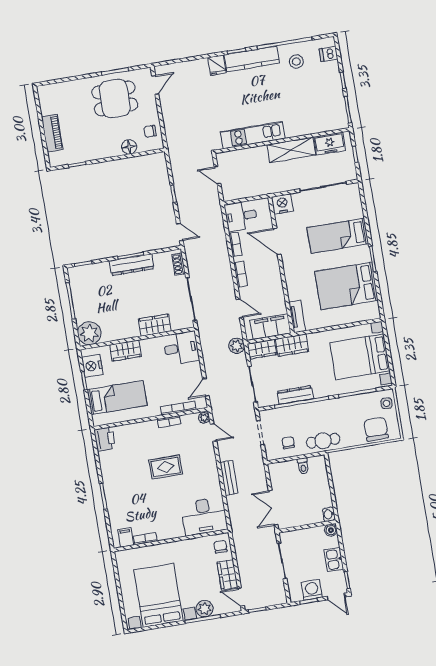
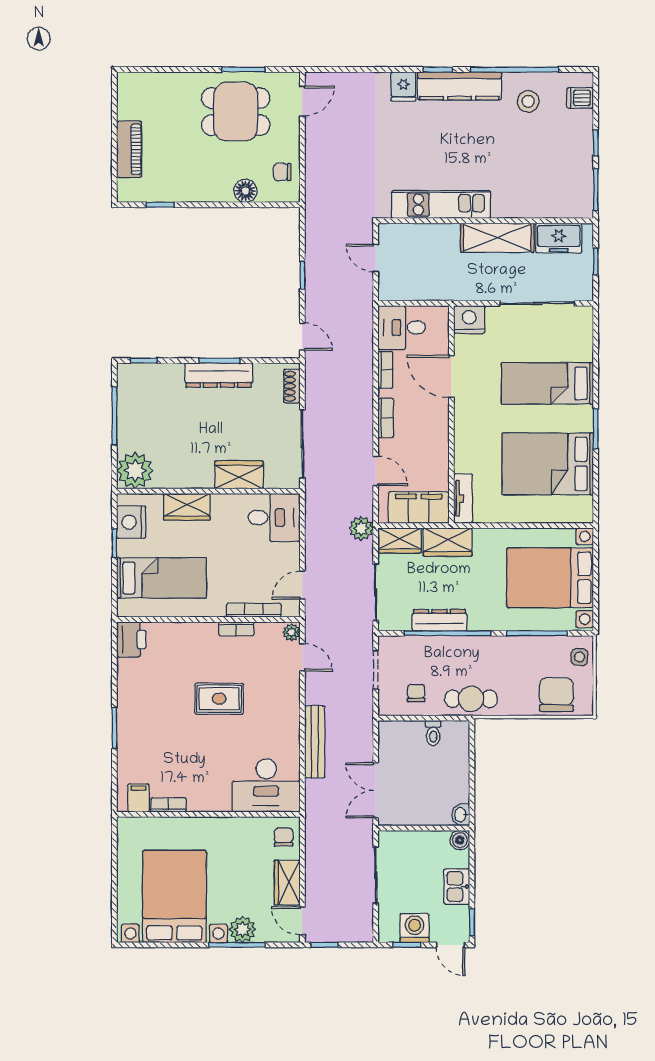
bench: (229, 478) -> (315, 742), width x1.36

